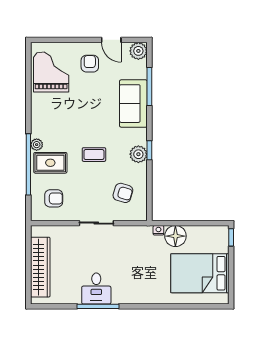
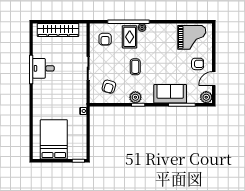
floor lamp: (175, 236) -> (79, 123), removed

